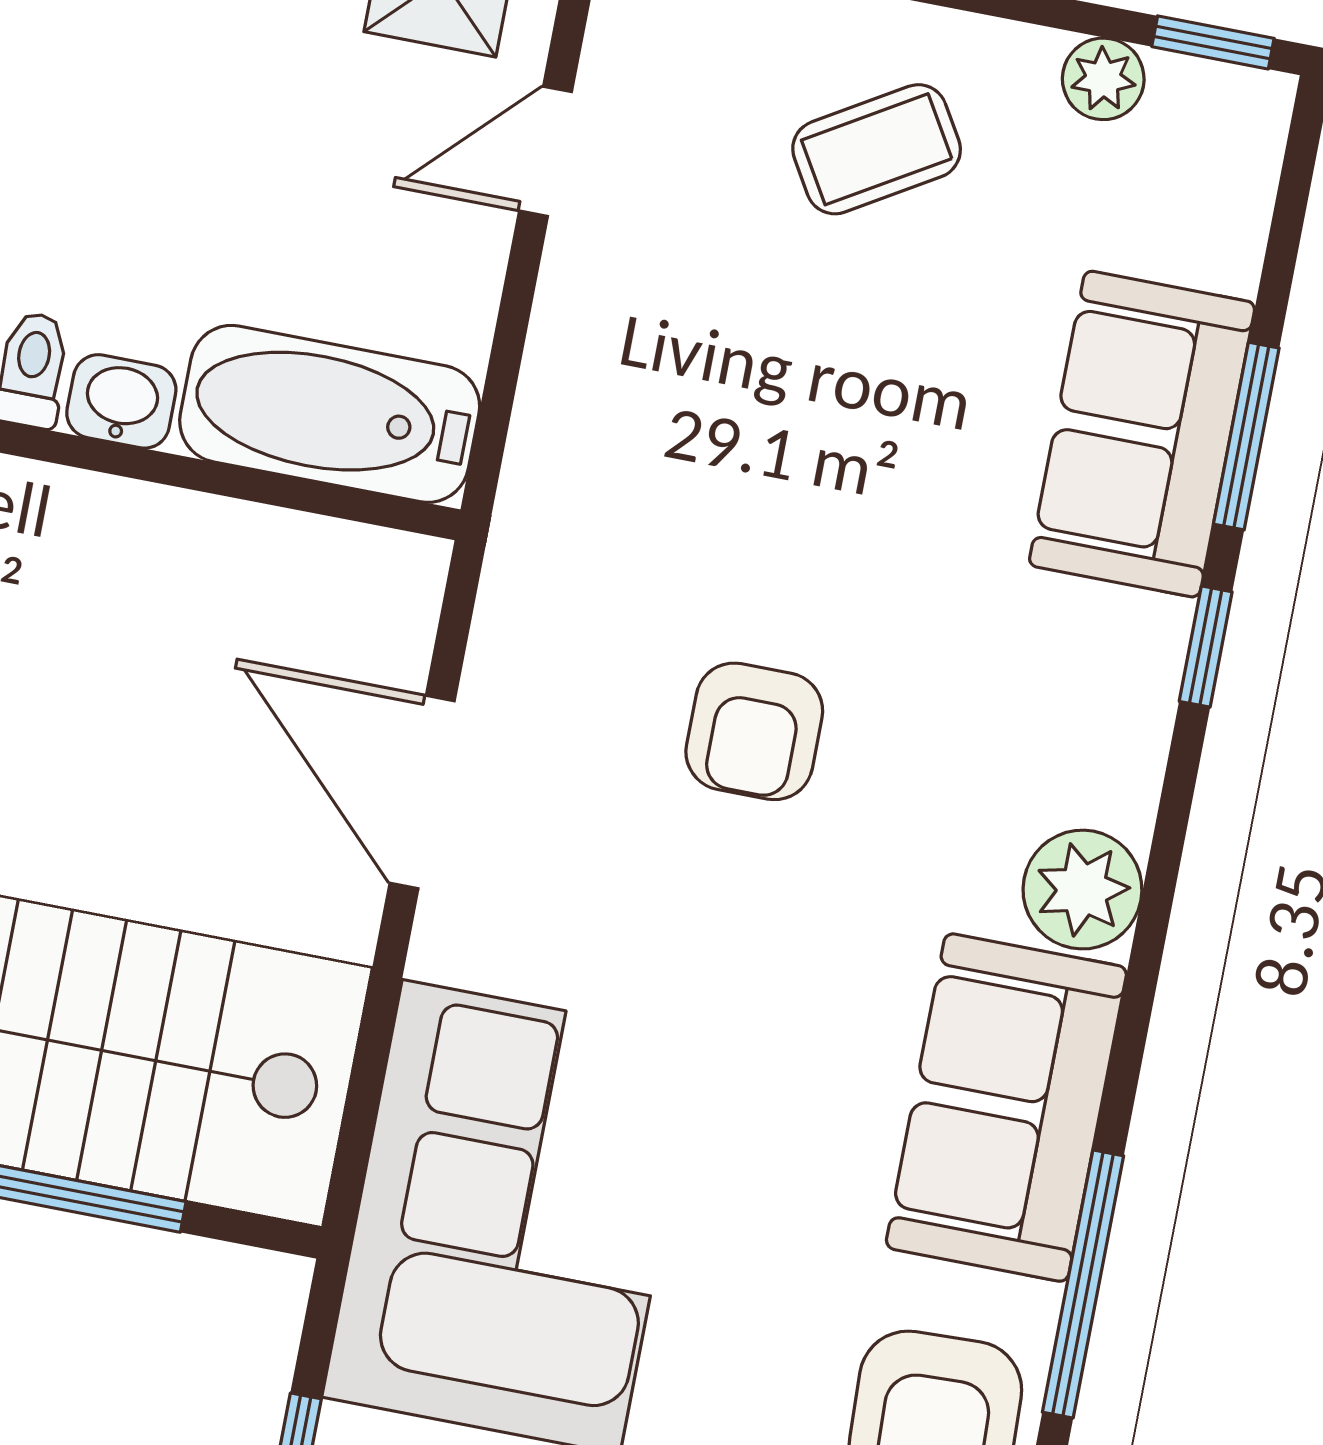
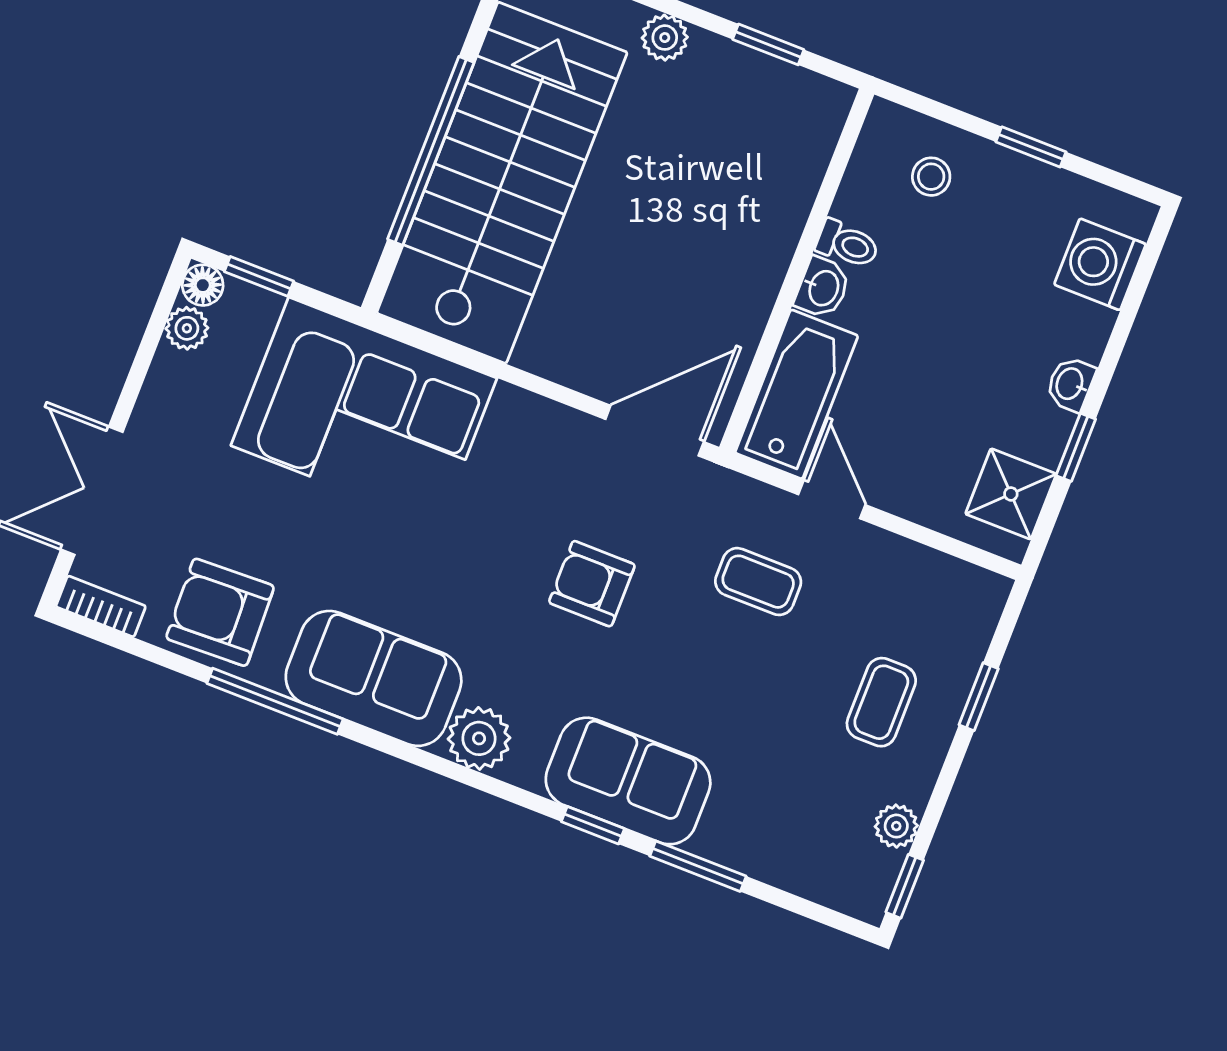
coffee table: (877, 149) -> (881, 702), turned 31
door: (546, 151) -> (832, 500), moved
coffee table: (693, 421) -> (758, 582), added
sofa: (1142, 434) -> (628, 781), moved
door: (422, 792) -> (655, 431), moved

